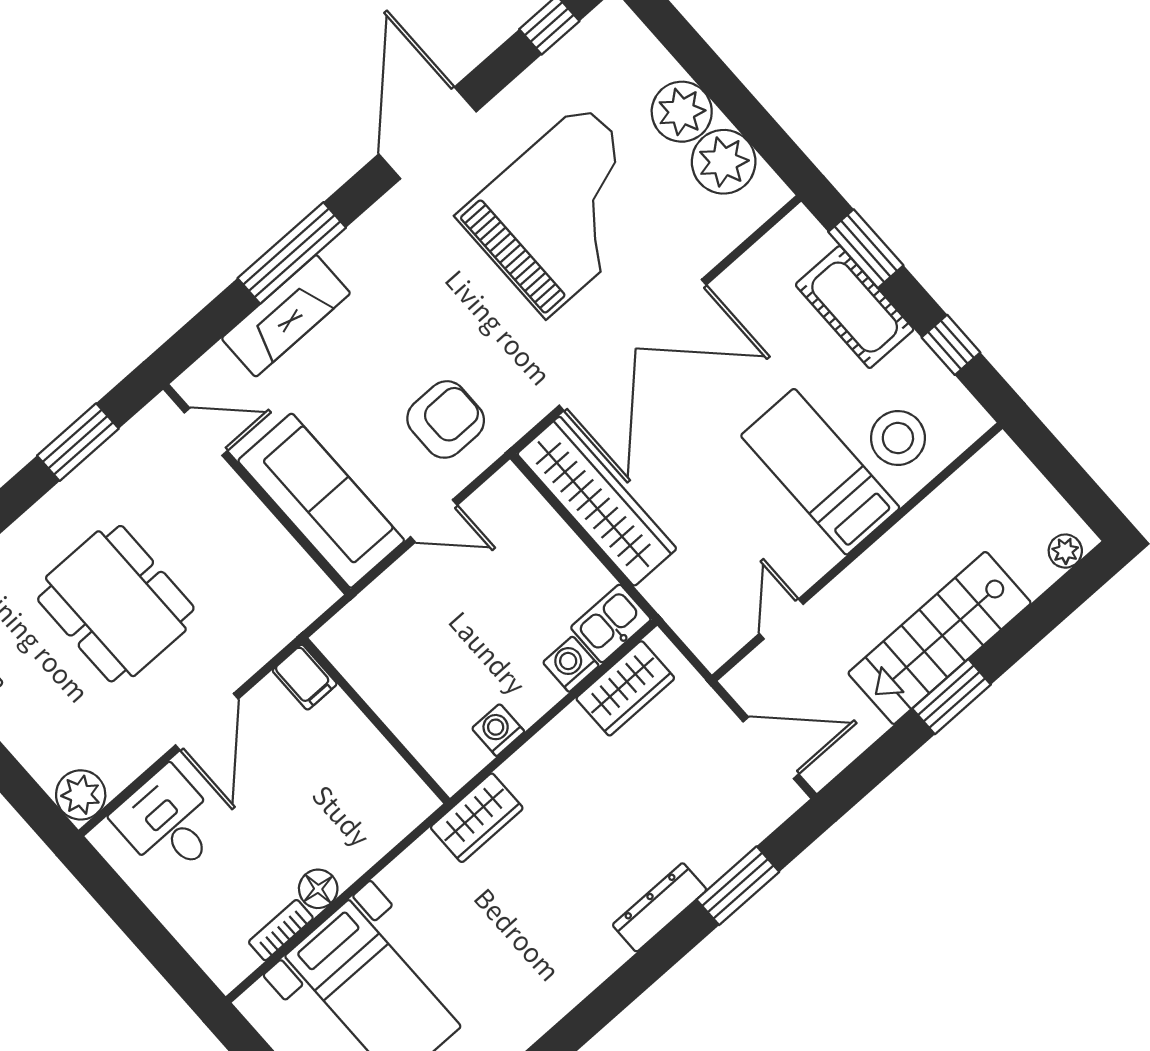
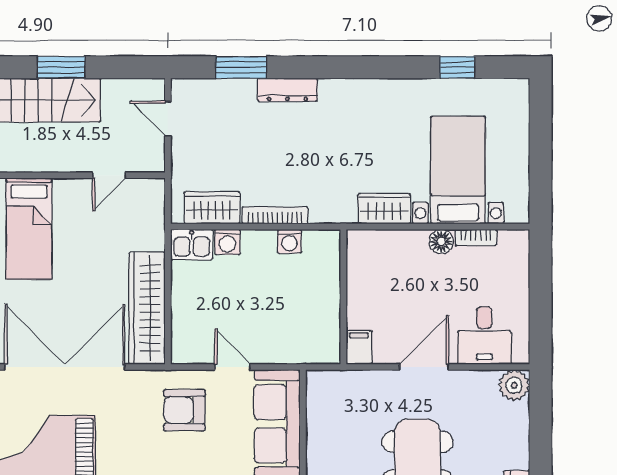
bookcase: (542, 745) -> (275, 215), added
door: (771, 748) -> (168, 119), width x0.73
wardrobe: (477, 818) -> (384, 209), moved

